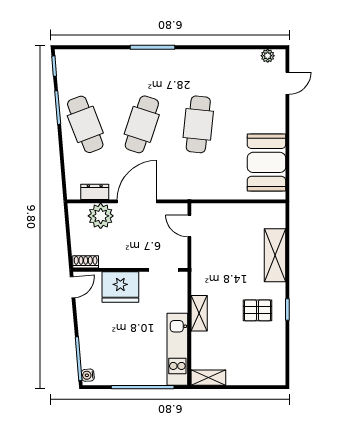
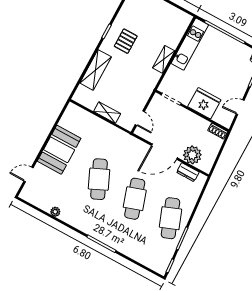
plant: (268, 56) -> (55, 212), moved
cafe table: (142, 124) -> (135, 199), turned -36
cafe table: (198, 124) -> (99, 179), turned -30
booth: (266, 162) -> (59, 150), moved
door: (73, 287) -> (240, 107), moved
pallet: (257, 310) -> (126, 41), turned 90
shelving: (208, 378) -> (107, 113), moved

